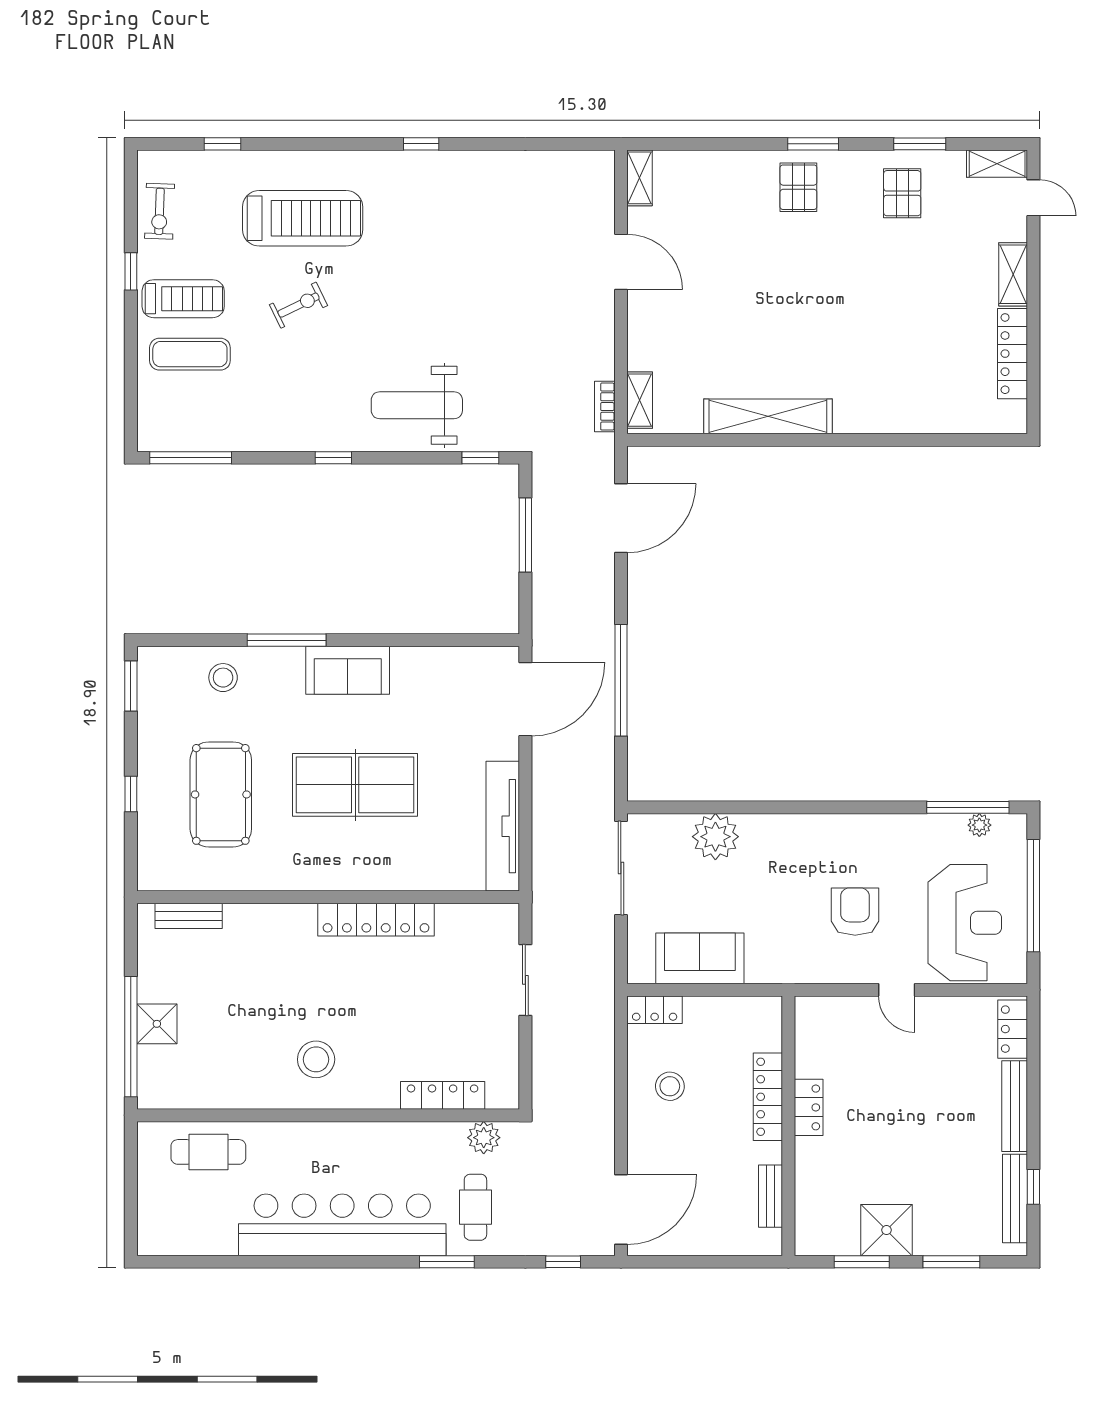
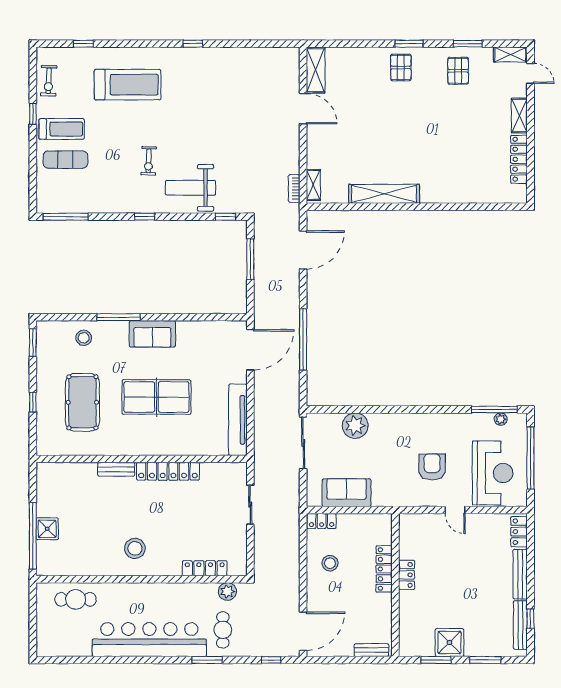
shelving: (640, 178) -> (316, 70), width x1.50, depth x1.33
exercise bike: (299, 305) -> (149, 161), moved, turned 118
bench: (189, 916) -> (116, 469), moved
bench: (770, 1196) -> (371, 650), moved, turned 90

